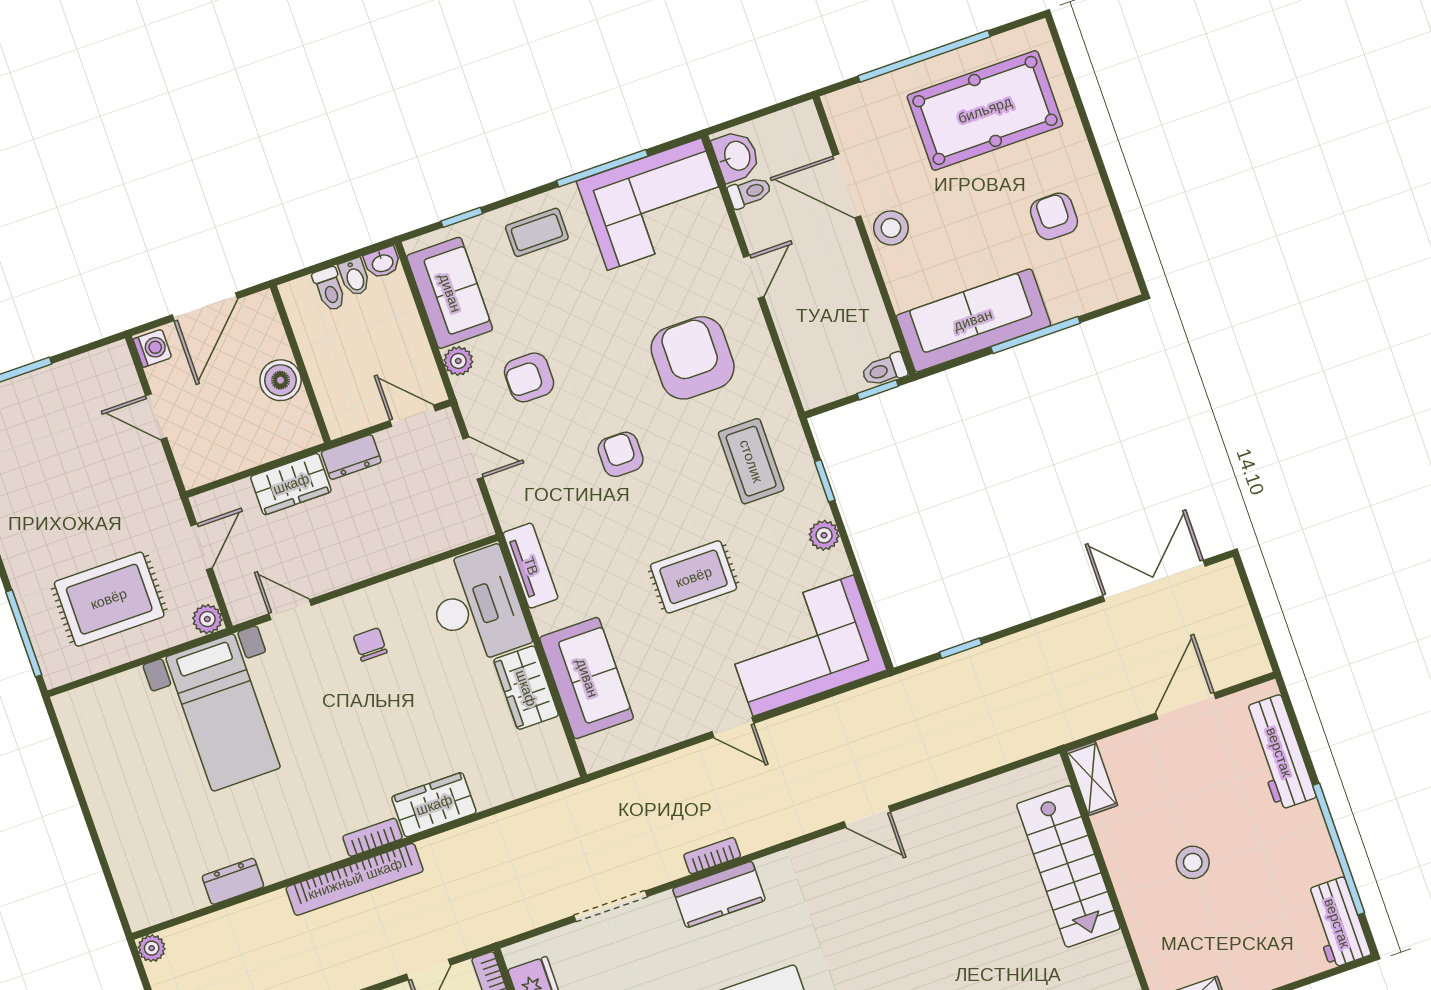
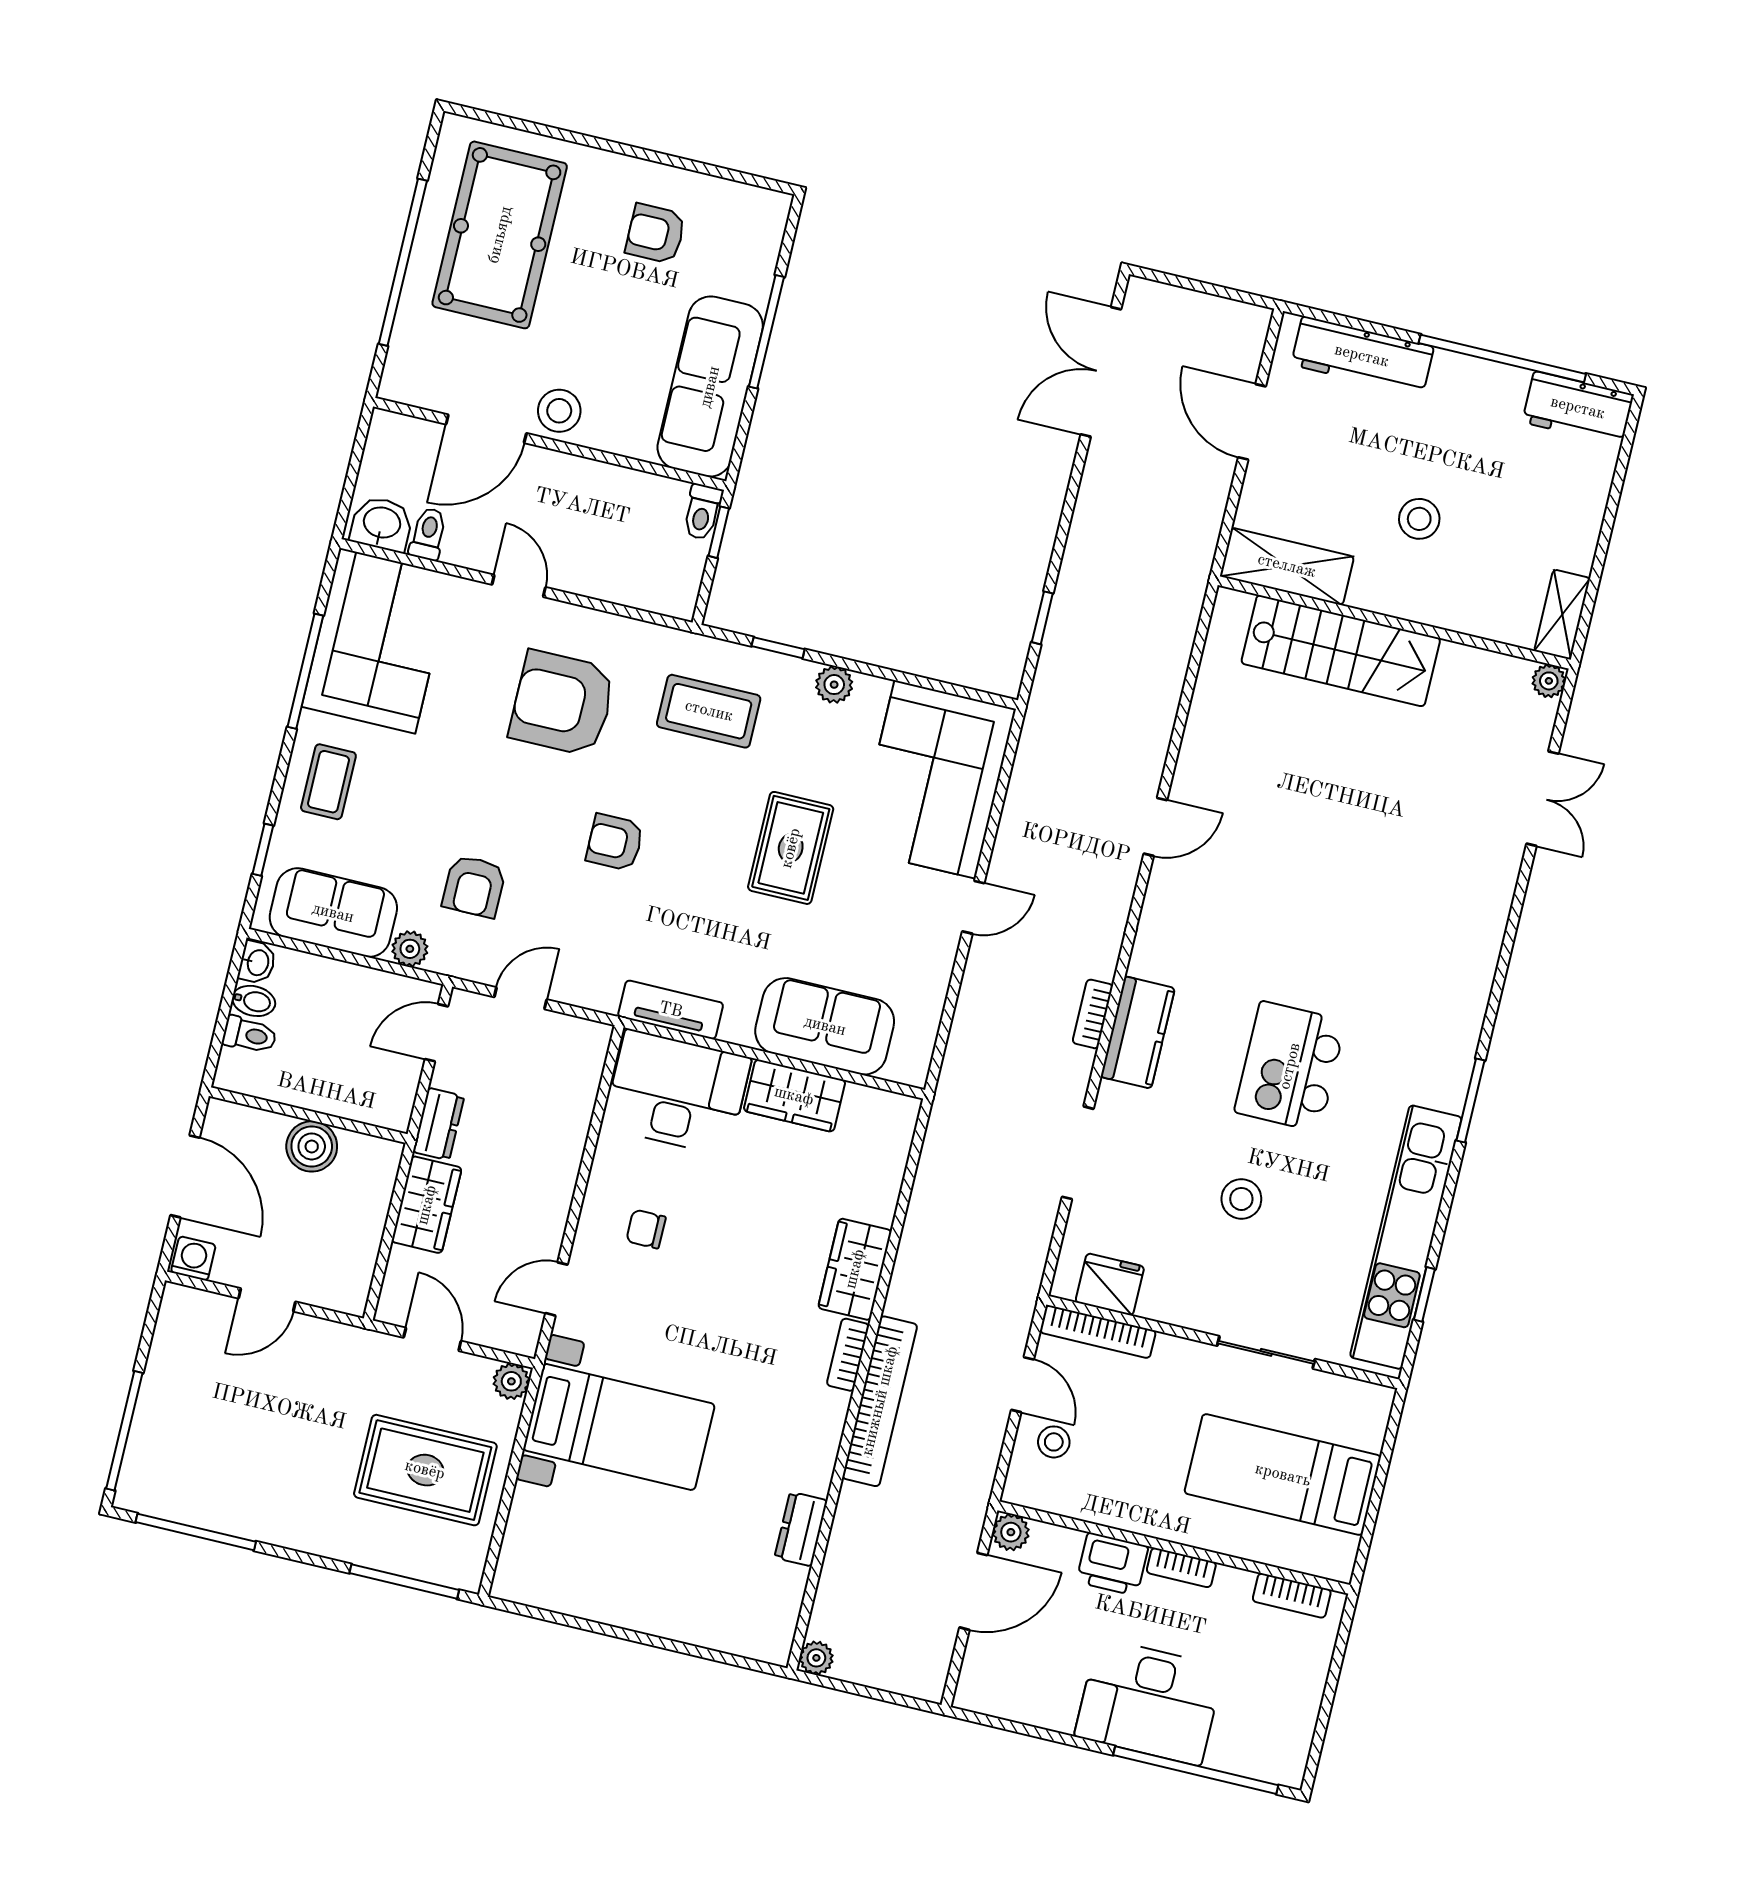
rug: (109, 599) -> (425, 1470), turned 90
shelving: (1092, 778) -> (1287, 566), width x1.50, depth x1.33

